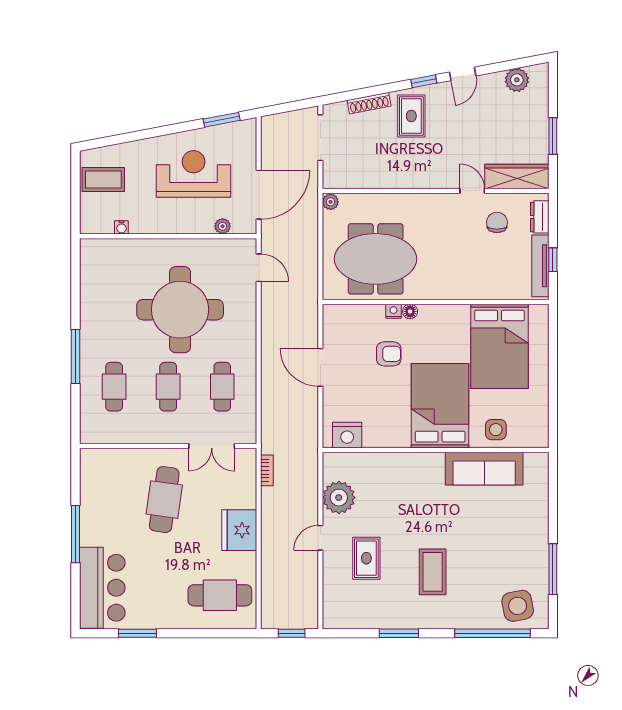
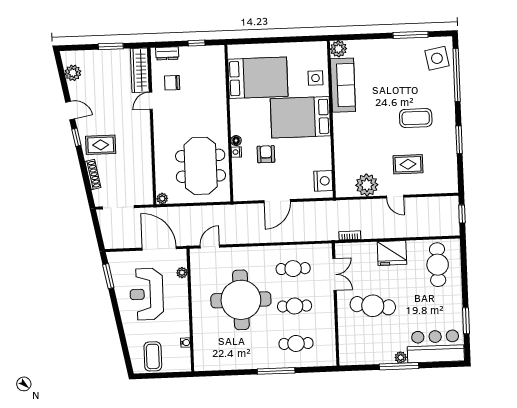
tv unit: (540, 266) -> (201, 52), removed
plant: (537, 464) -> (338, 49), added
plant: (88, 537) -> (401, 357), added

